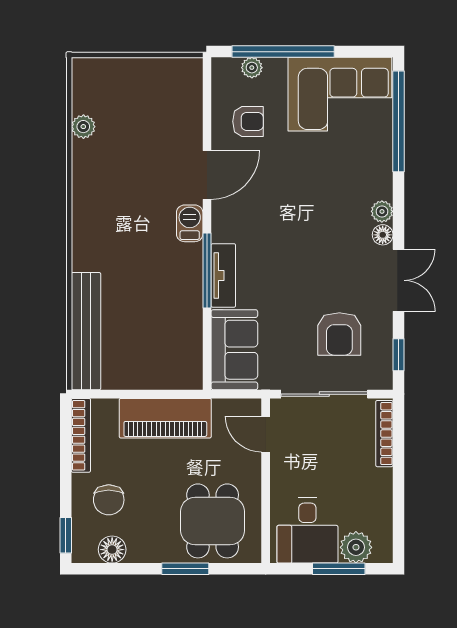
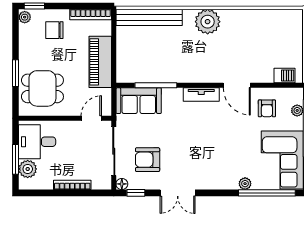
plant: (83, 127) -> (208, 22), moved, width x1.88, depth x1.88
plant: (382, 211) -> (245, 184), moved
barbecue: (190, 223) -> (284, 76), moved
floor lamp: (383, 235) -> (122, 184), moved
window: (207, 271) -> (156, 85), moved
tv unit: (223, 275) -> (201, 94), moved
bookcase: (384, 434) -> (72, 185), moved
floor lamp: (112, 550) -> (26, 32), removed
plant: (86, 553) -> (25, 17), added

